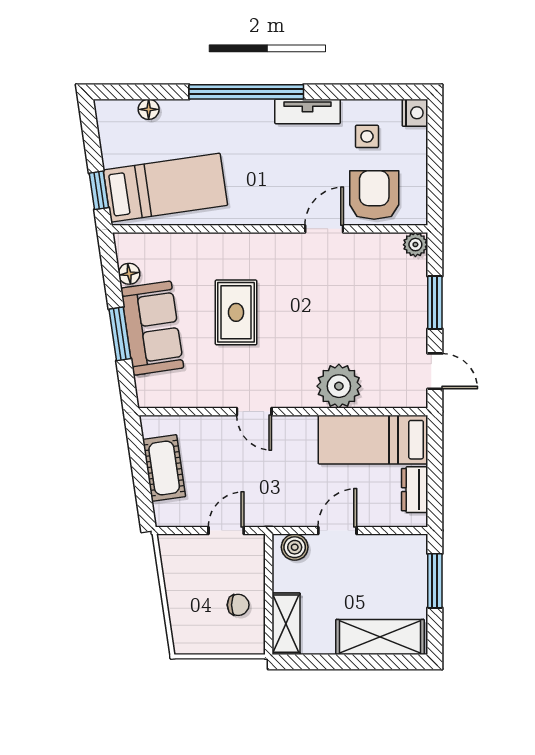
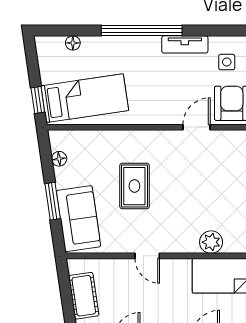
sofa: (152, 328) -> (79, 219), moved
plant: (339, 386) -> (211, 242), width x0.73, depth x0.73

